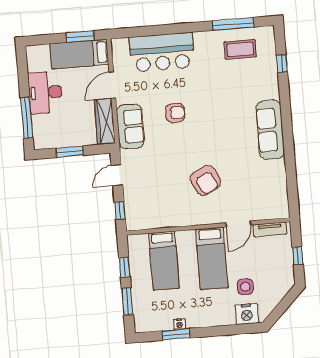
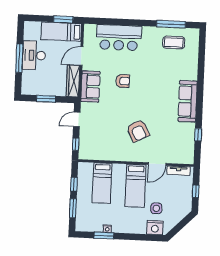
window: (282, 64) -> (198, 135), moved
window: (26, 118) -> (19, 58), moved

